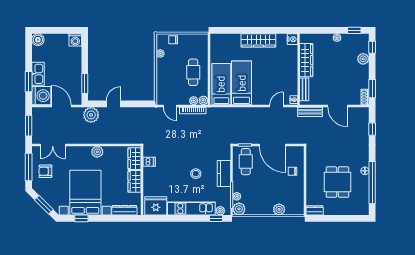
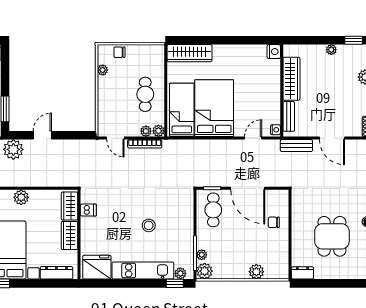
wardrobe: (258, 40) -> (189, 53), moved
bed: (242, 83) -> (214, 108), width x1.50
kitchen counter: (224, 174) -> (185, 225), removed

